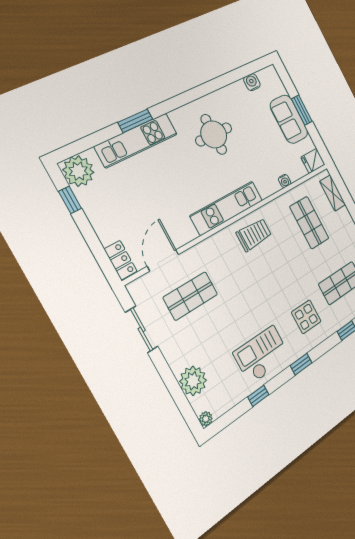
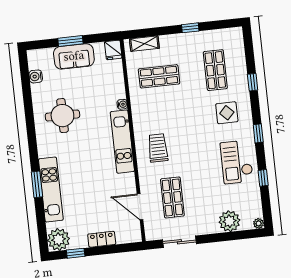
round table: (214, 134) -> (62, 116), moved
water cooler: (285, 181) -> (122, 104), moved
trolley: (254, 235) -> (158, 148), moved
locker: (121, 260) -> (102, 239), moved

